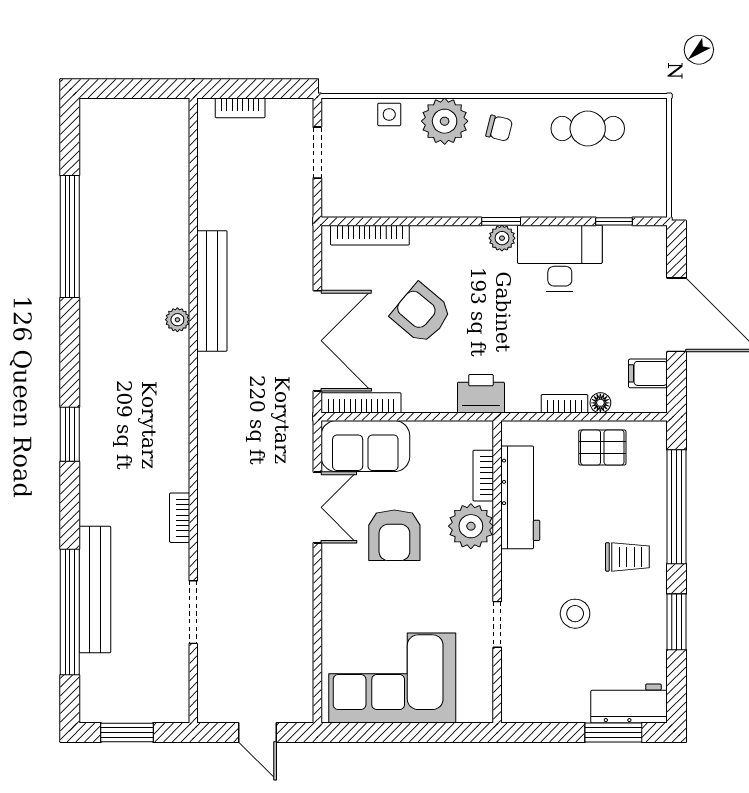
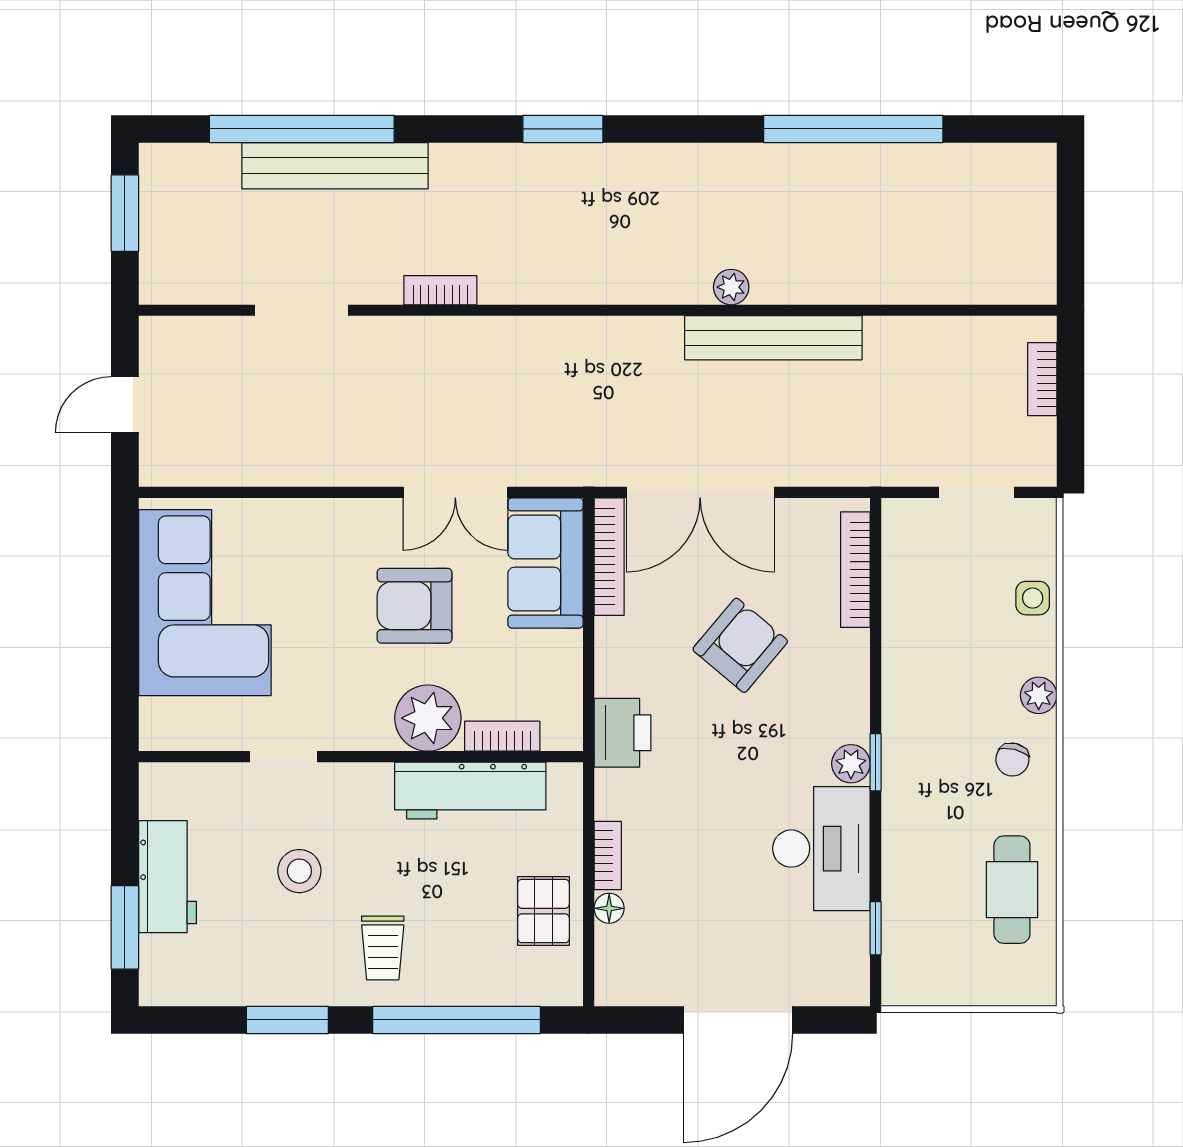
plant: (445, 121) -> (1039, 695), width x0.53, depth x0.53
filing cabinet: (648, 373) -> (652, 978), removed
workbench: (629, 704) -> (167, 877), moved

